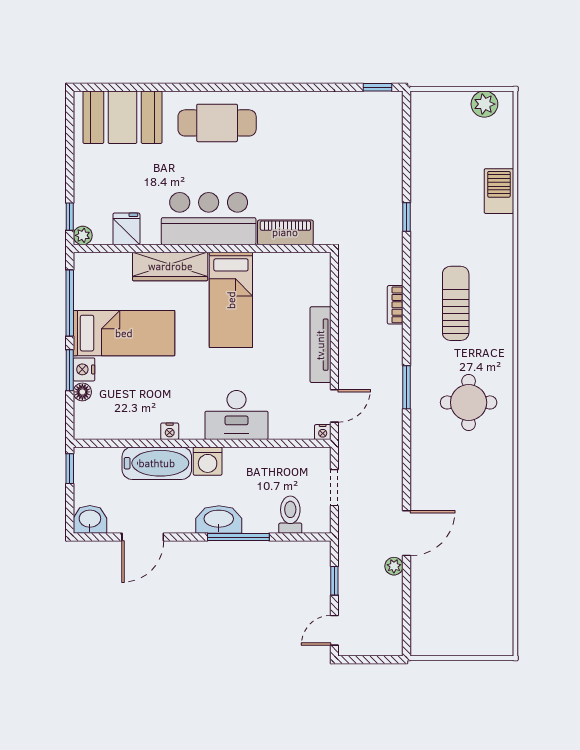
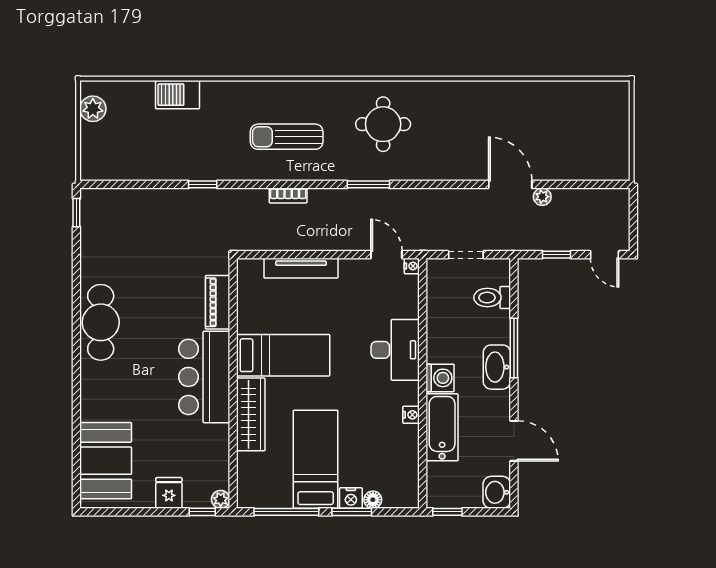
cafe table: (217, 123) -> (101, 322), moved
fridge: (126, 229) -> (169, 493), moved, turned 90
tv unit: (320, 345) -> (301, 268), moved

